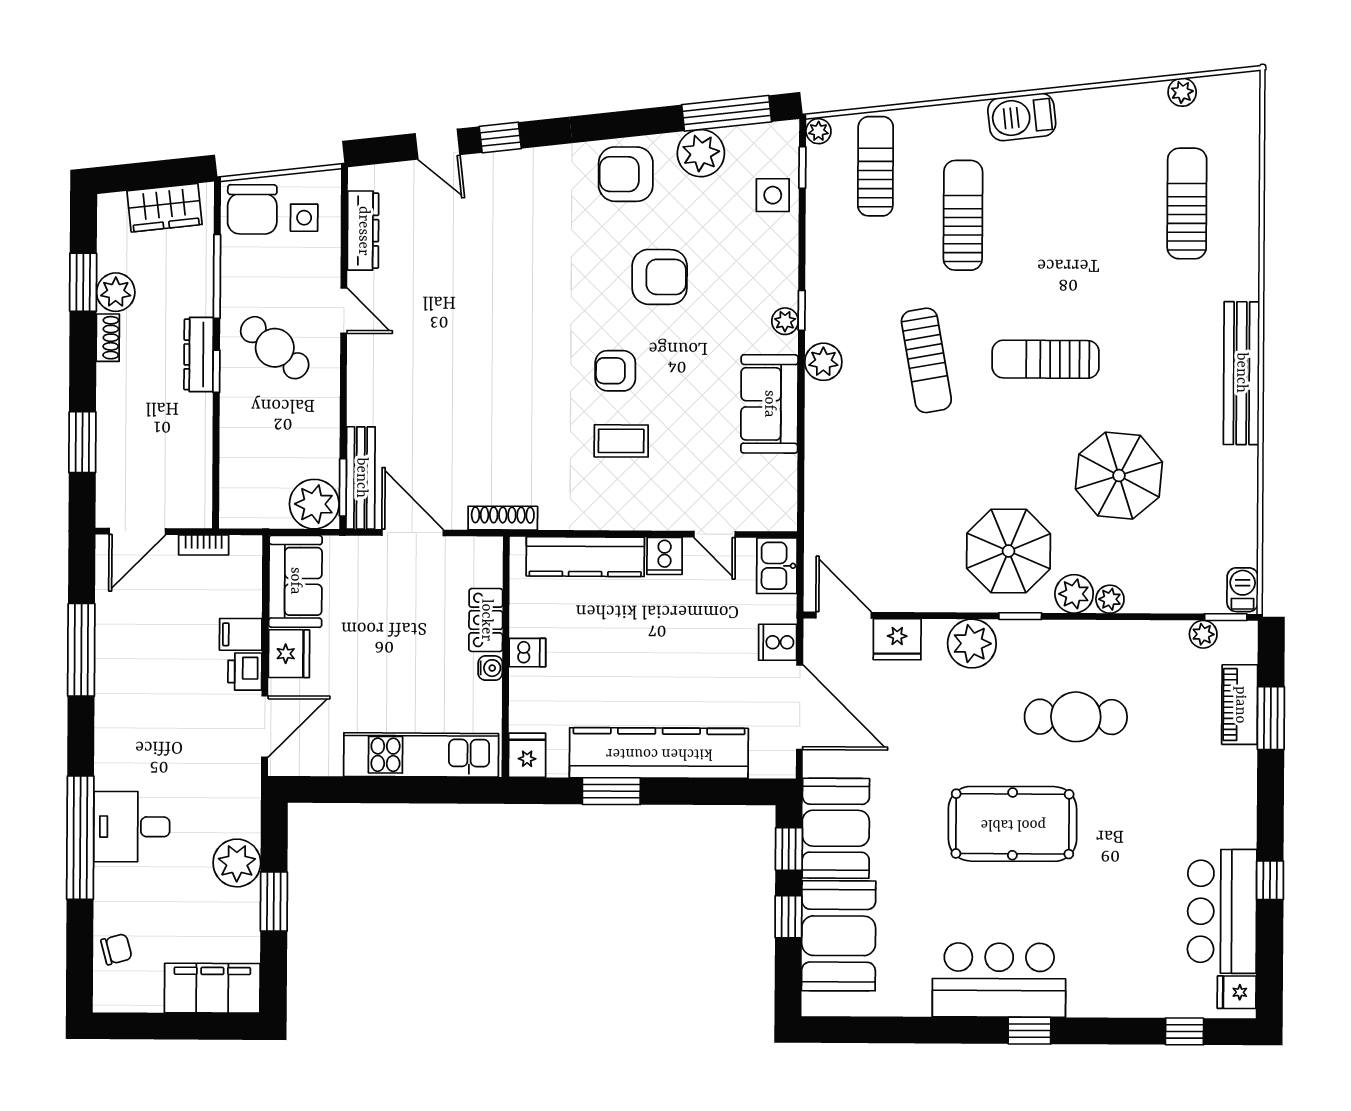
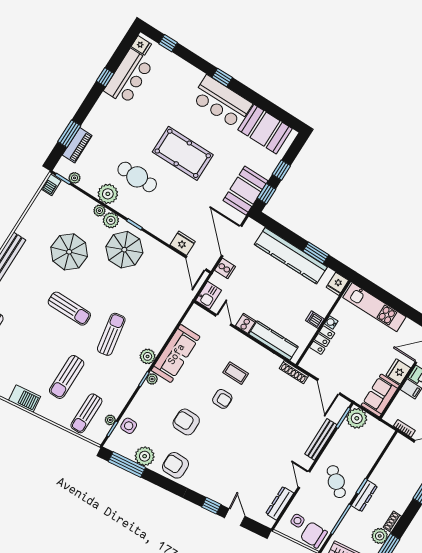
plant: (818, 131) -> (110, 420), moved
armchair: (626, 174) -> (175, 465), turned 180
chair: (252, 209) -> (314, 535), turned -90
sofa: (769, 404) -> (176, 354), width x1.36
bench: (361, 478) -> (321, 439), moved
plant: (972, 644) -> (108, 194), moved
booth: (839, 936) -> (265, 129), moved, turned 90

